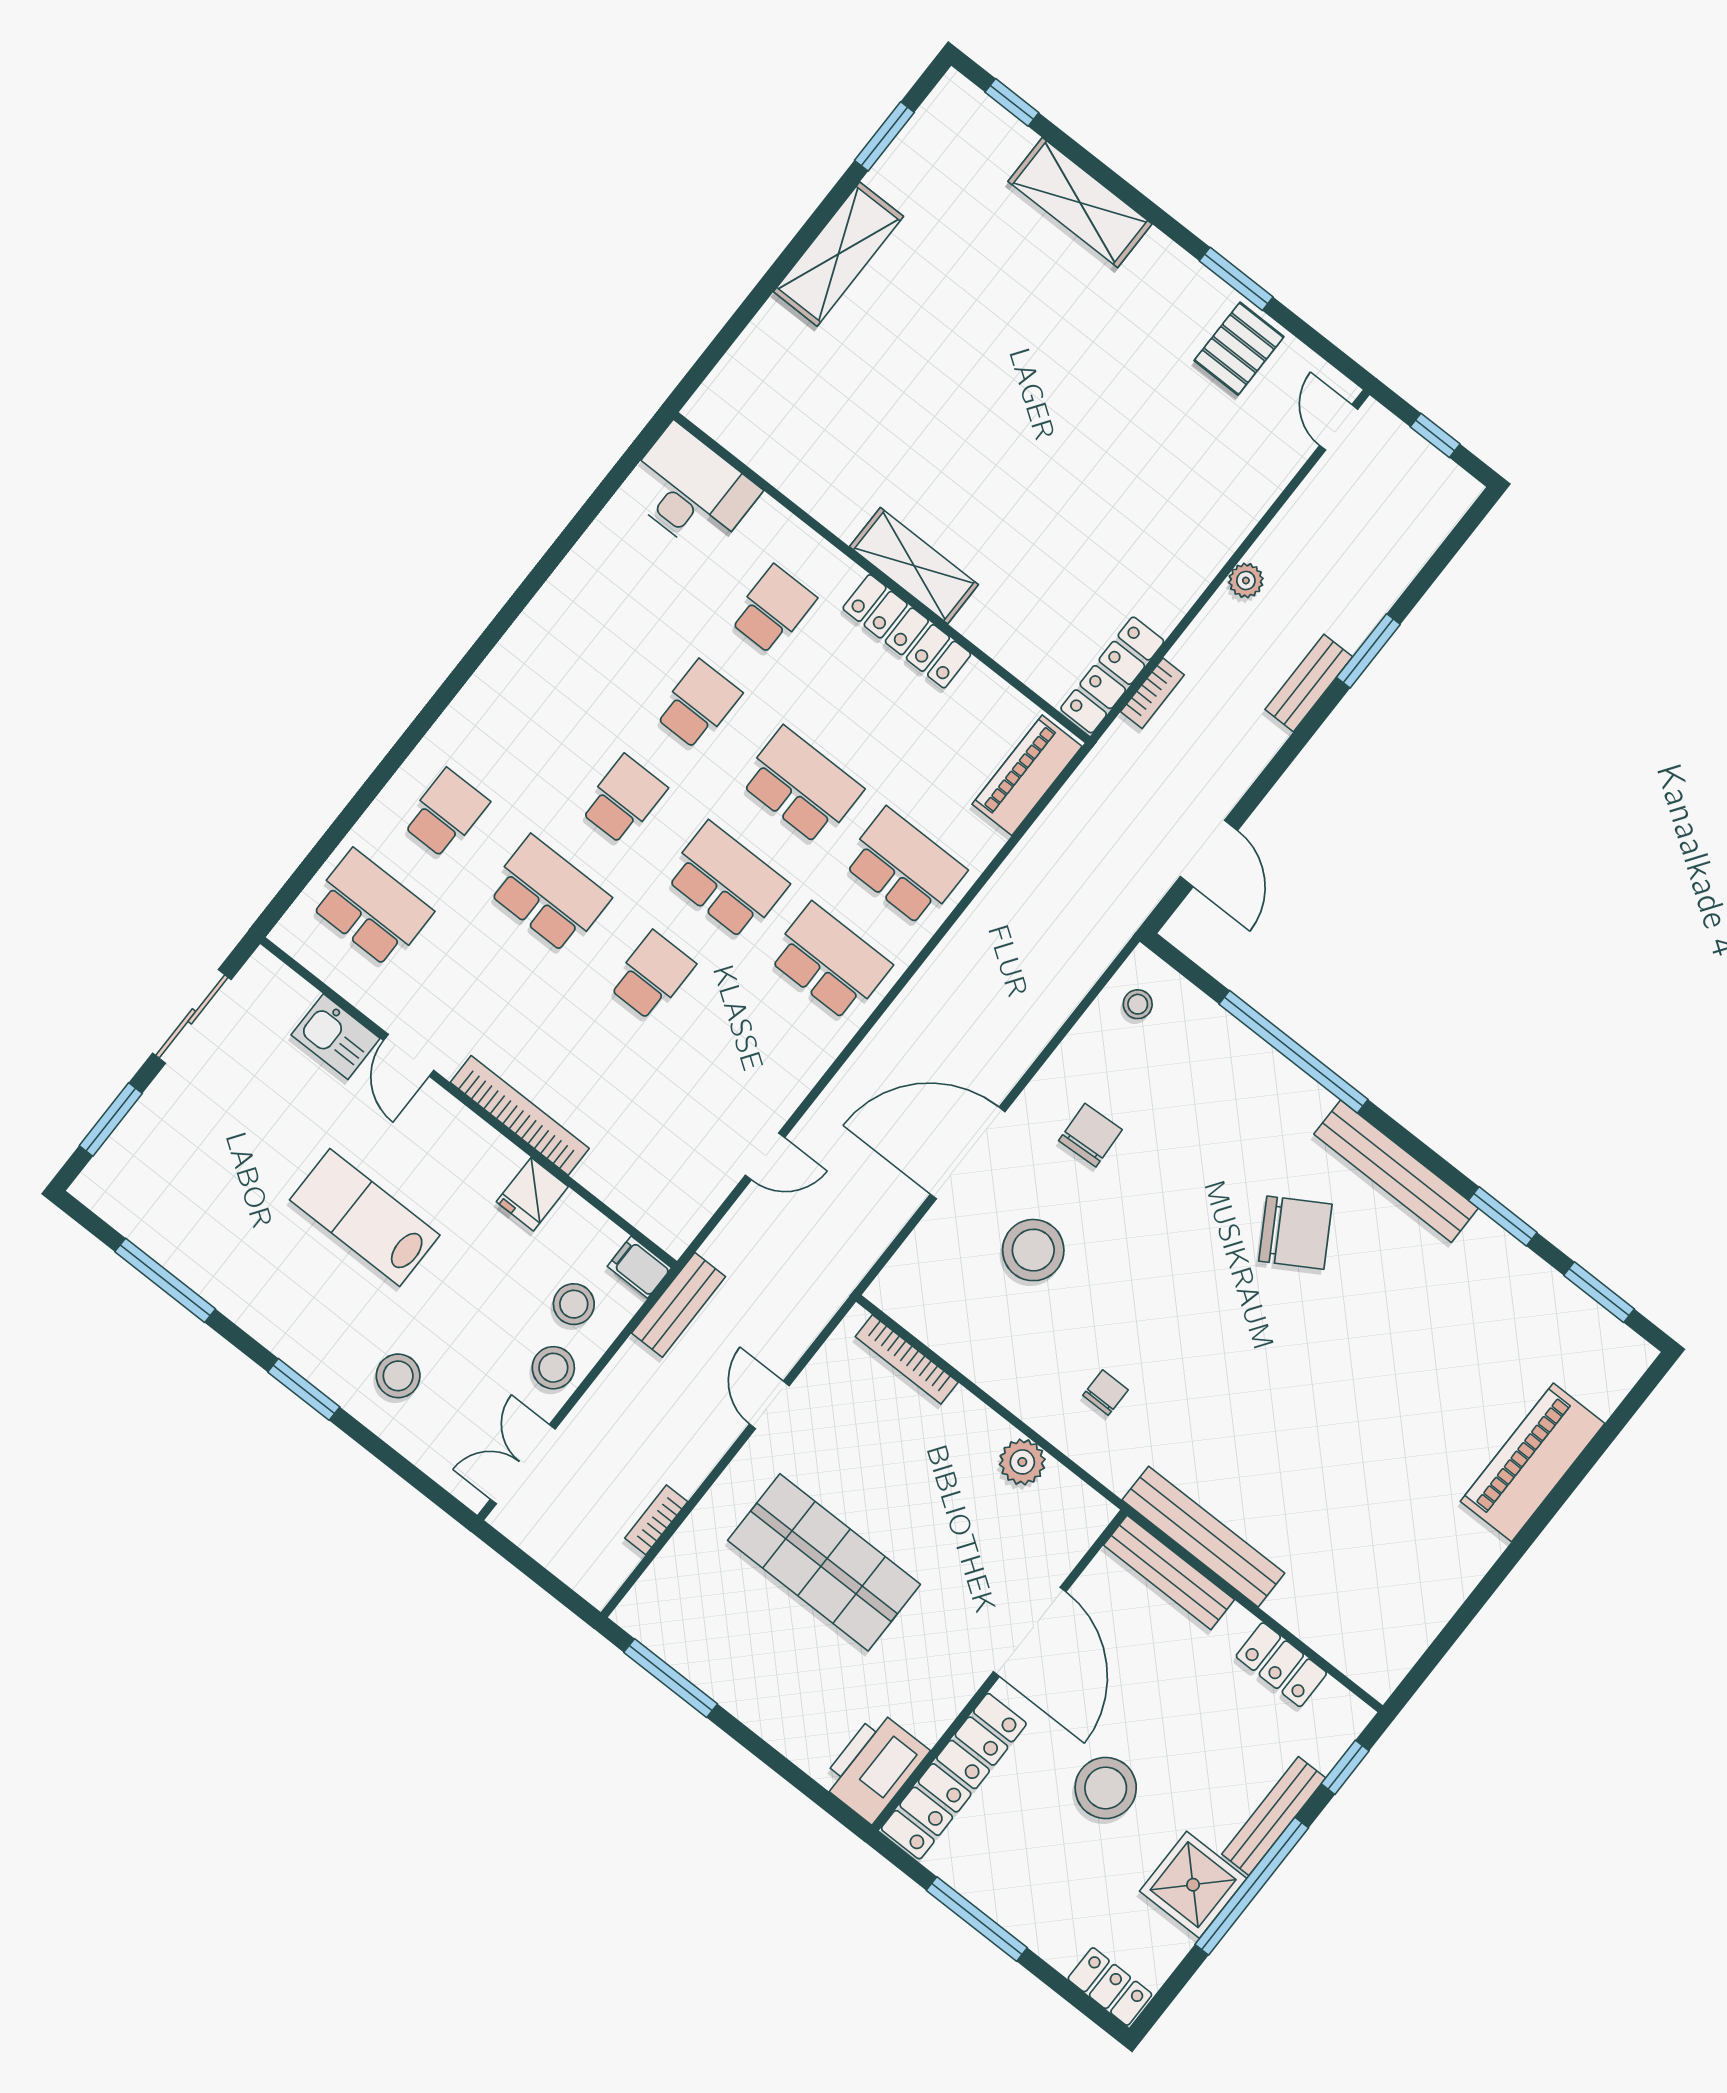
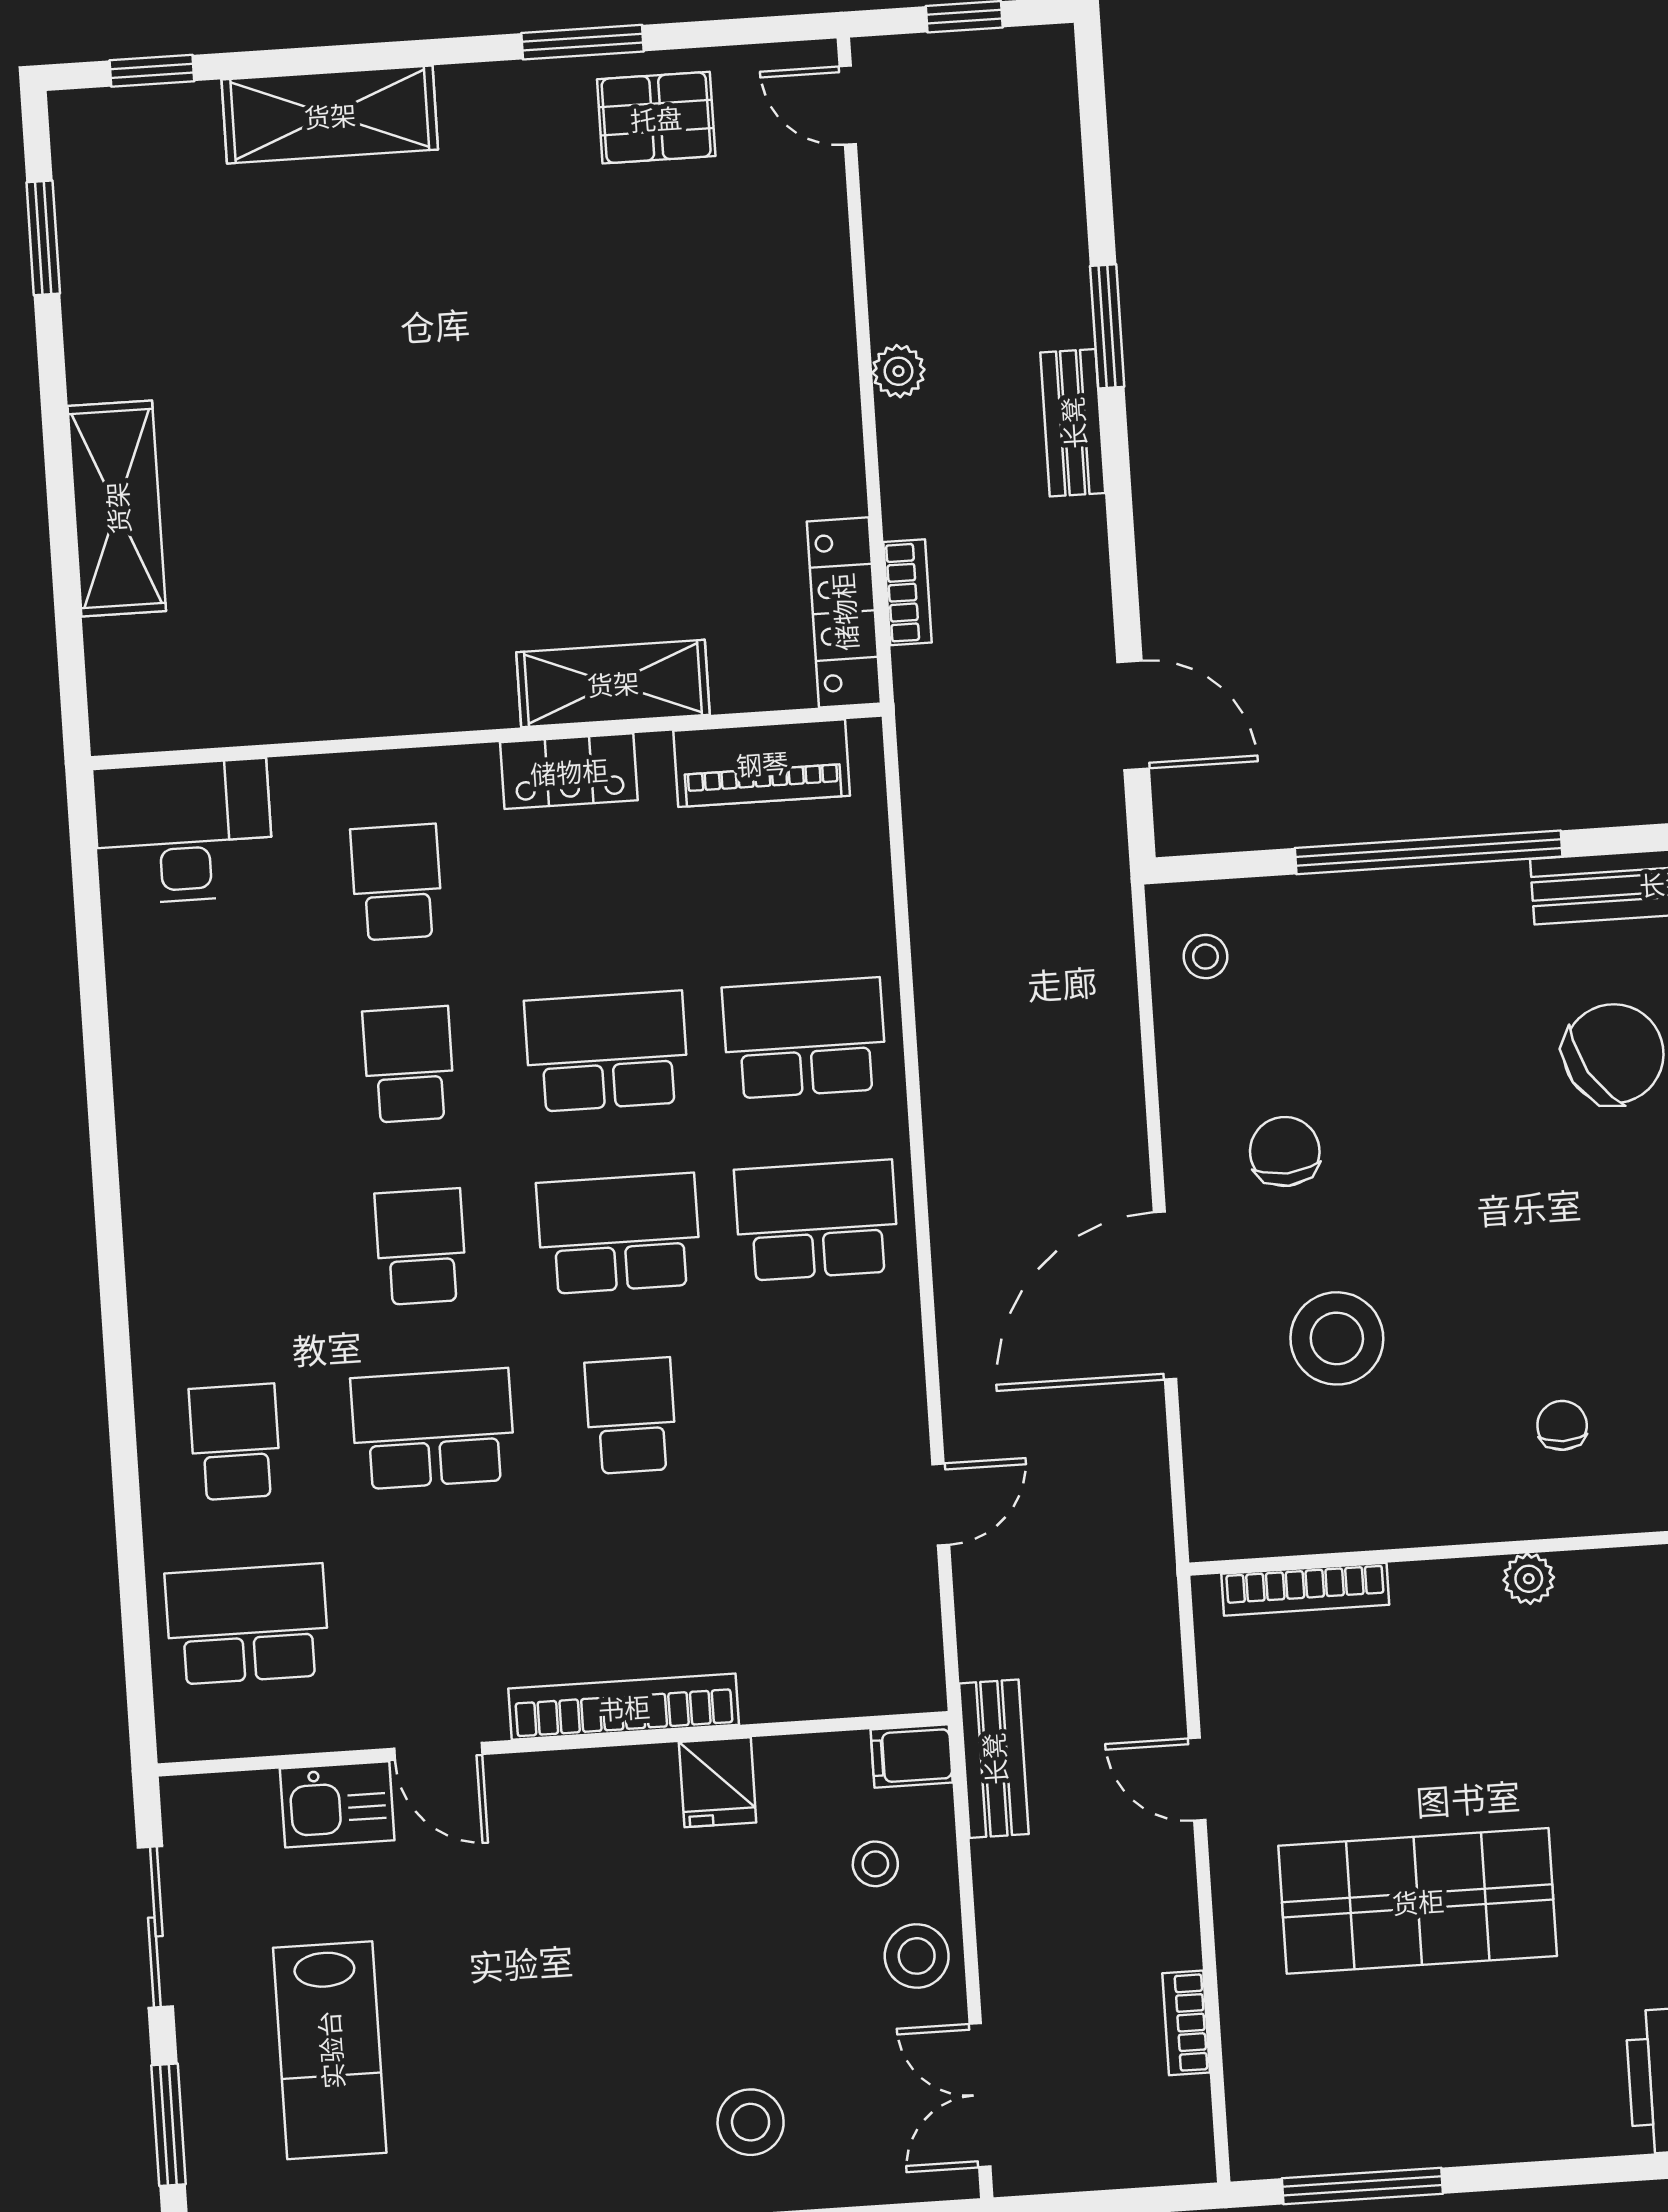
shelving: (838, 254) -> (117, 508), moved
pallet: (1239, 349) -> (656, 118), turned 90
shelving: (914, 566) -> (613, 683), moved
locker: (907, 631) -> (569, 771), width x0.66
piano: (1027, 775) -> (762, 763), moved, turned -90
lab bench: (365, 1217) -> (330, 2050), moved, turned -90
stool: (574, 1304) -> (875, 1864), width x0.73, depth x0.73
plant: (1022, 1462) -> (1529, 1579), width x0.73, depth x0.73

